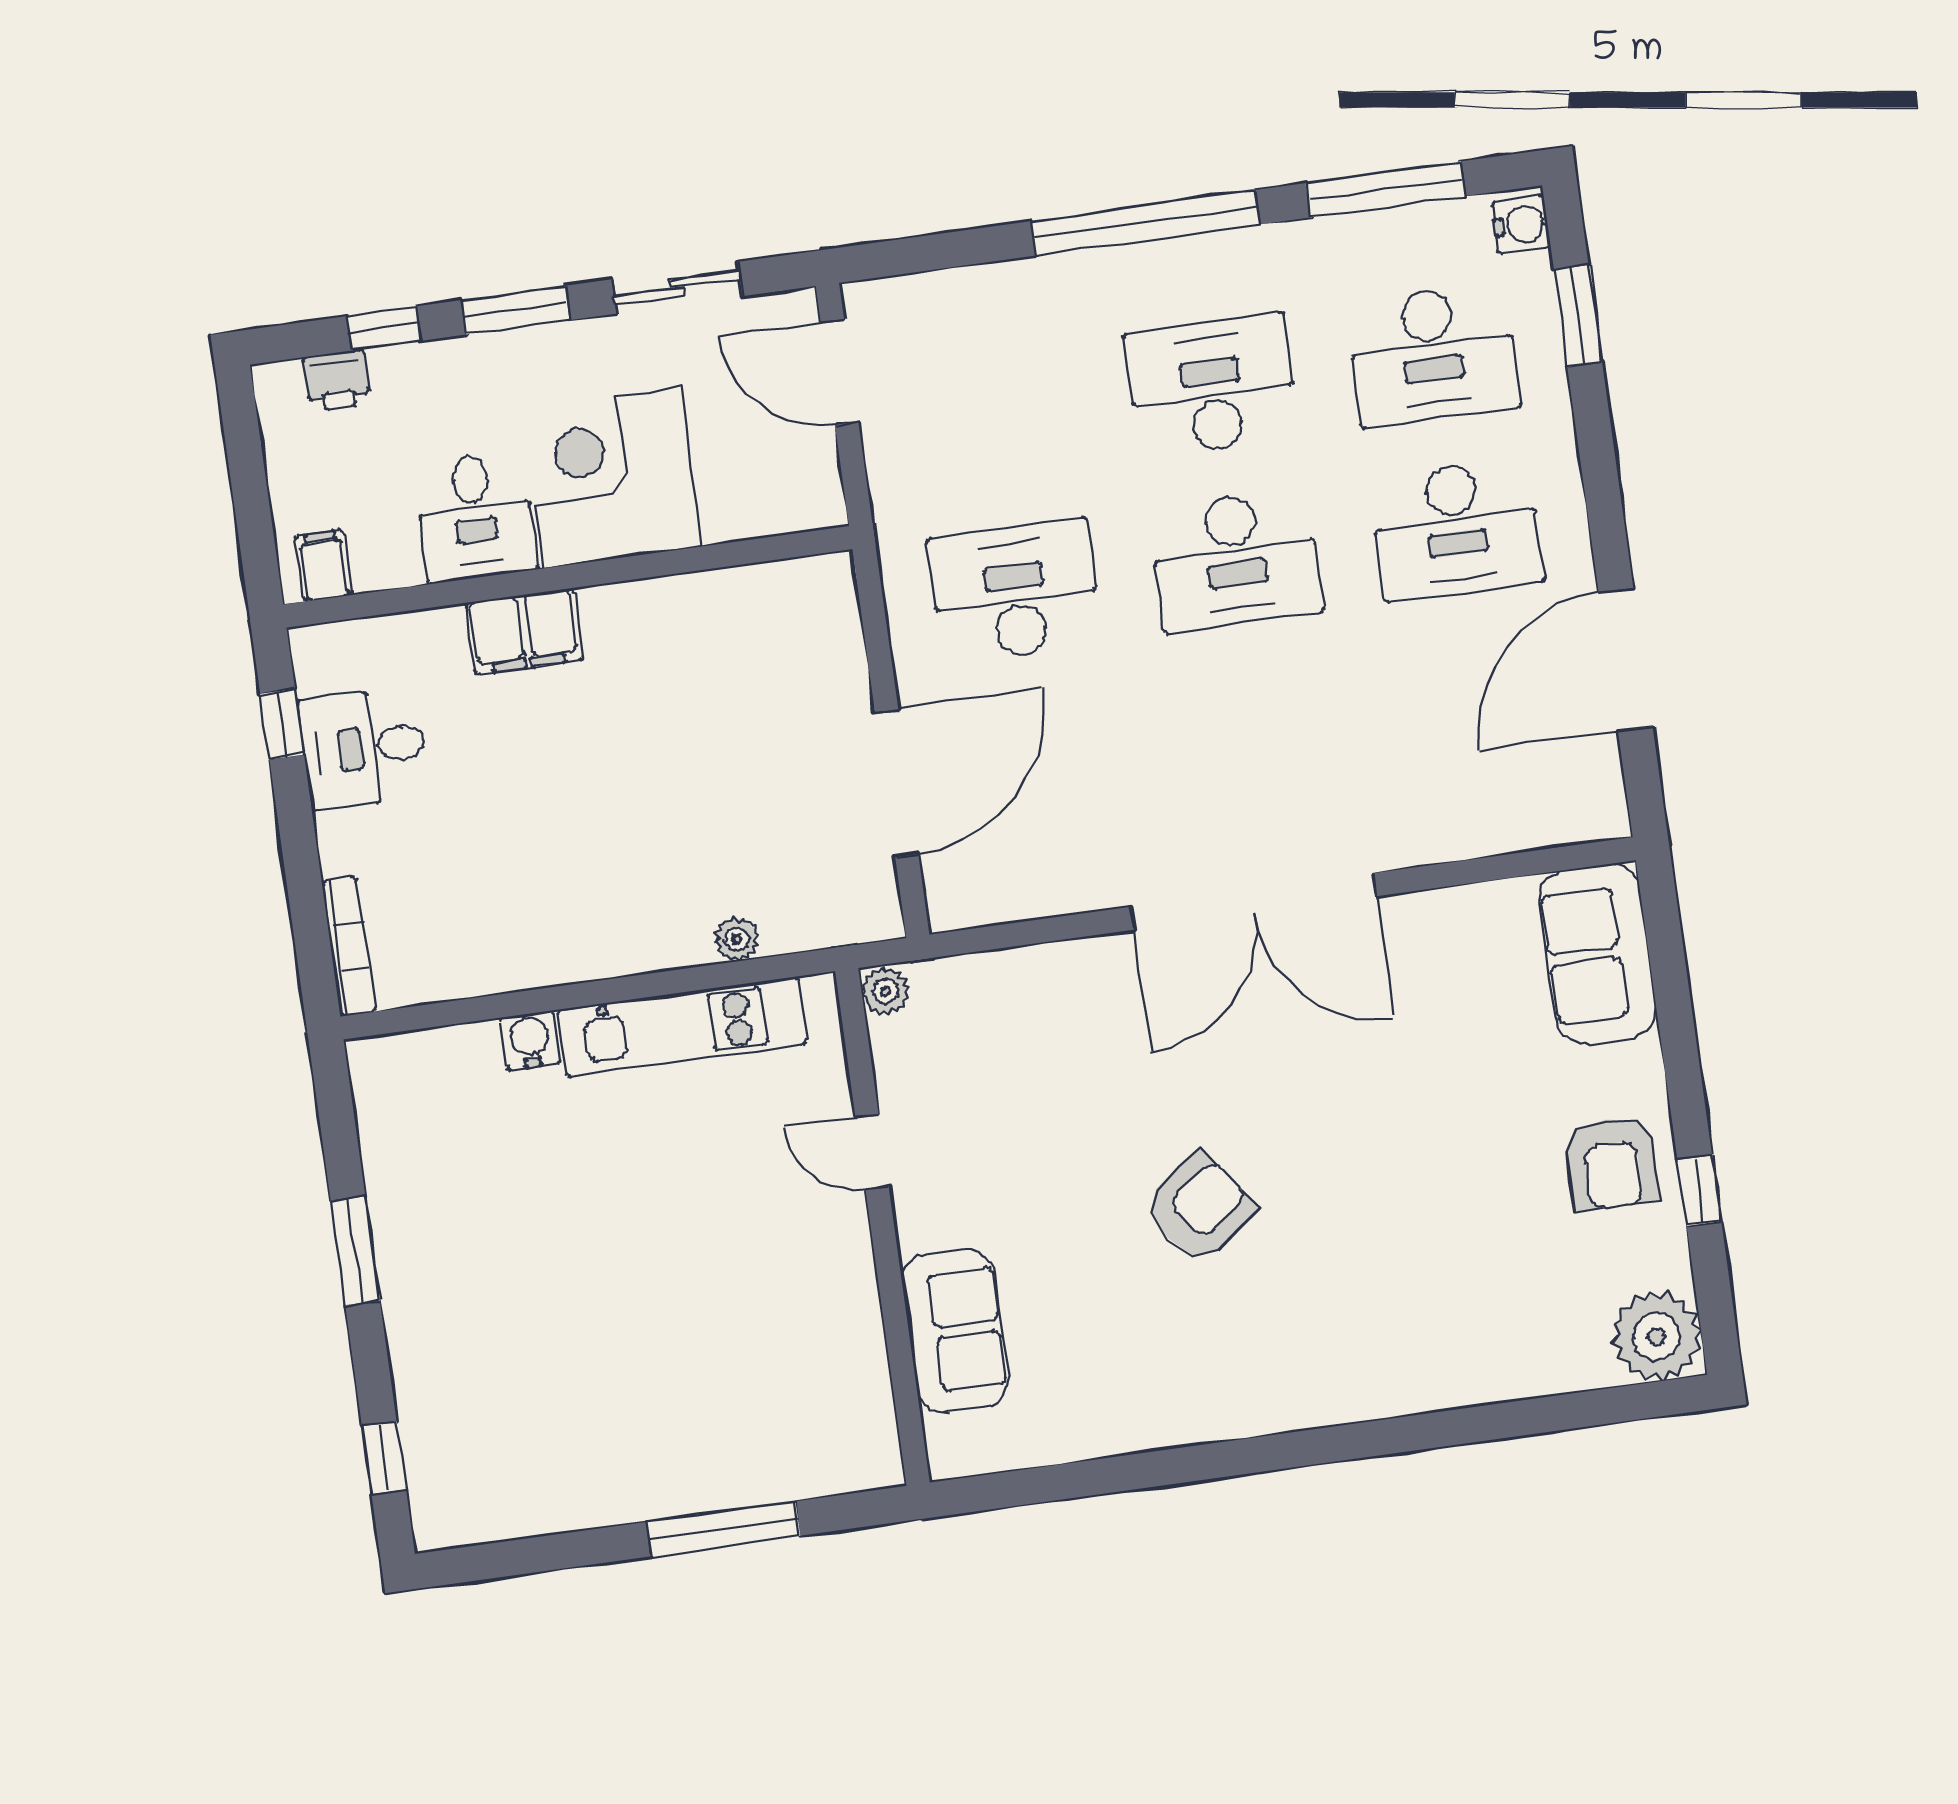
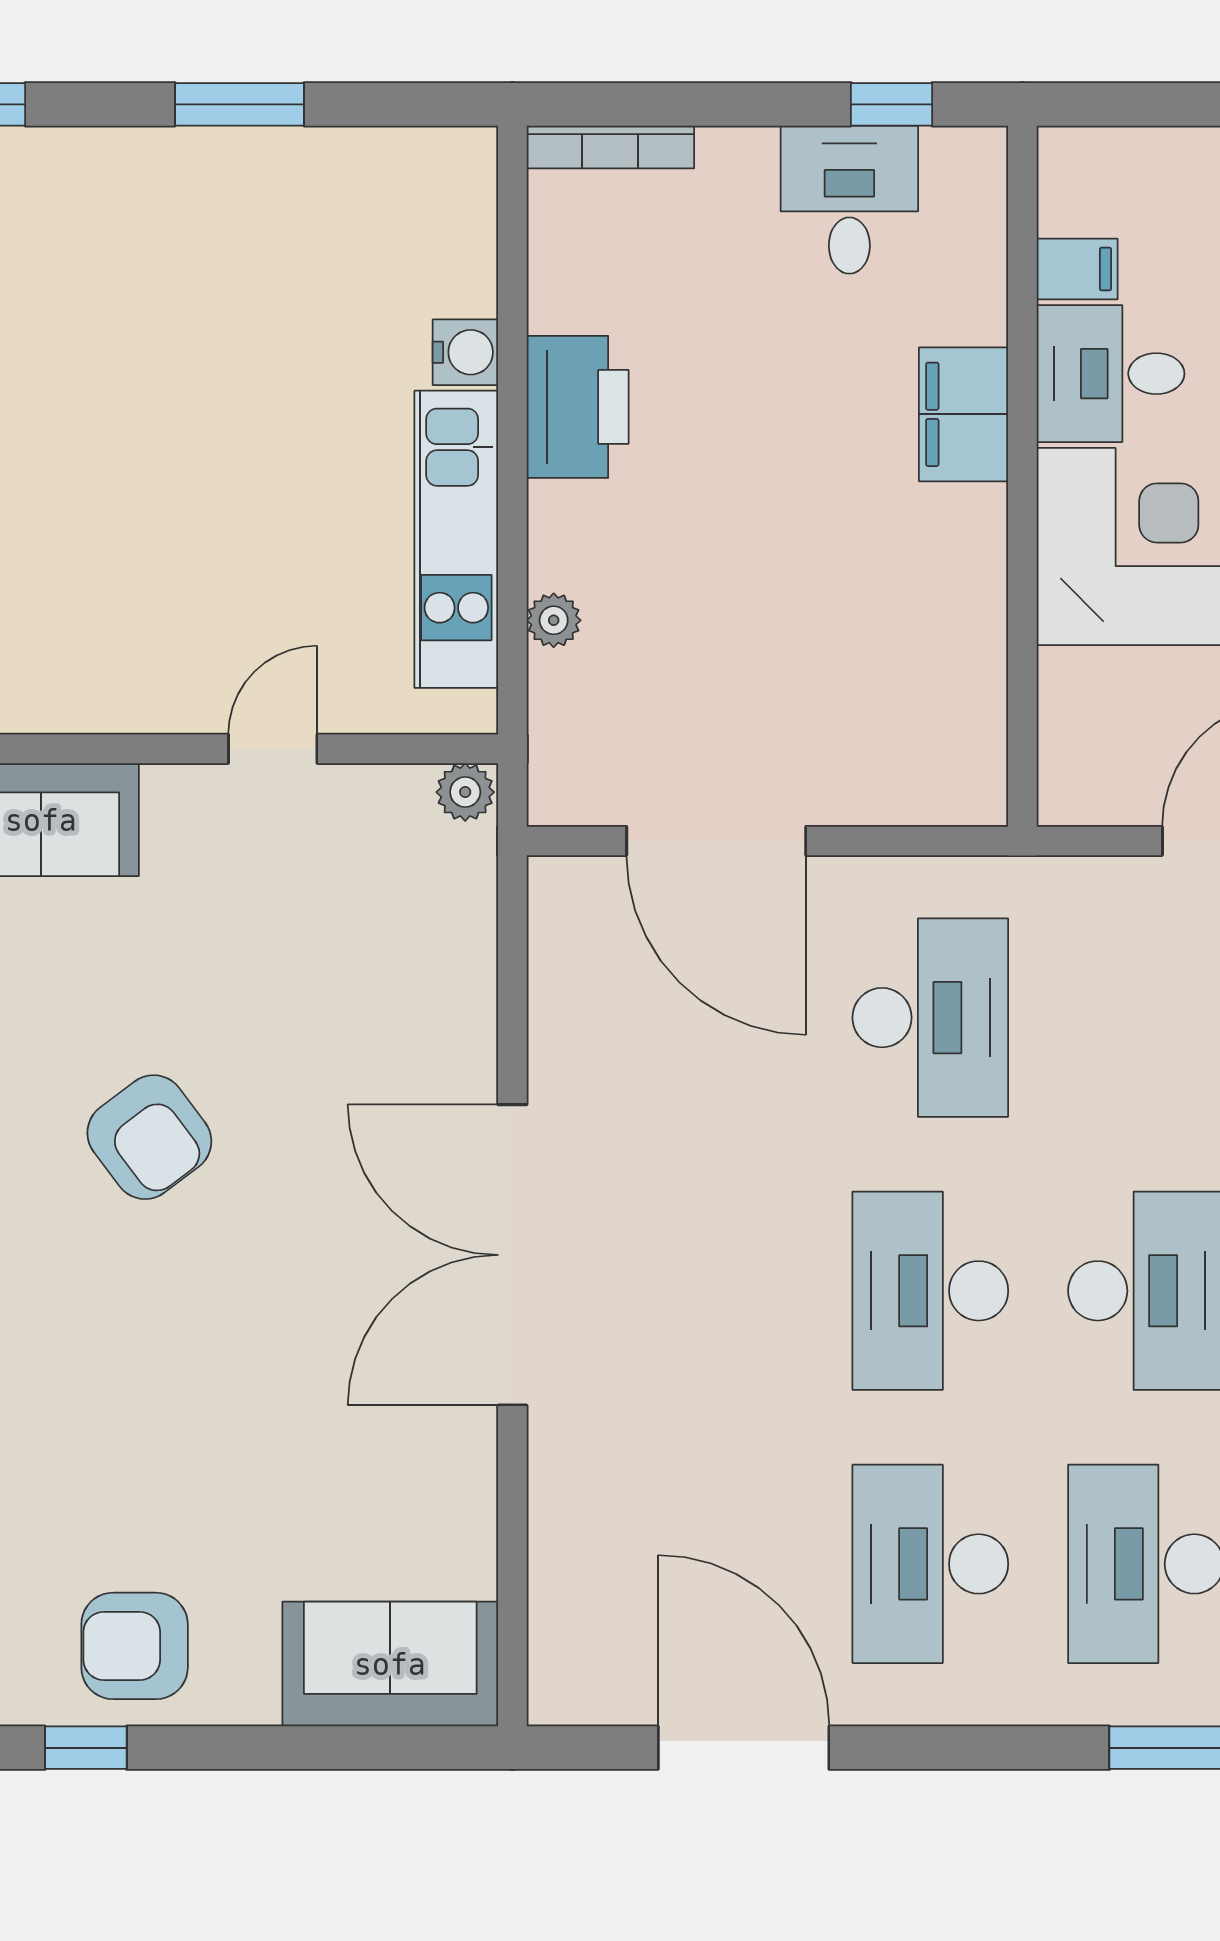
filing cabinet: (324, 566) -> (1077, 269), moved
printer: (562, 944) -> (578, 407), added

